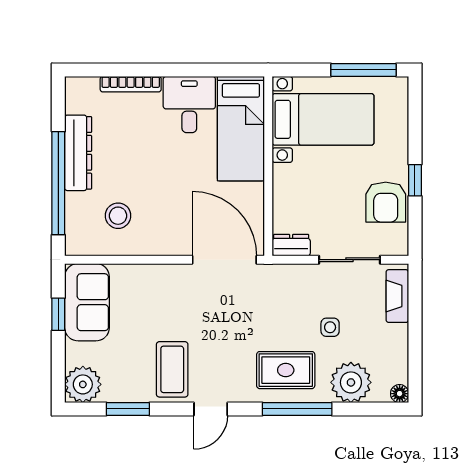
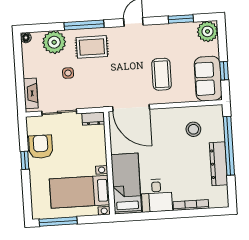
coffee table: (172, 369) -> (162, 74), moved

